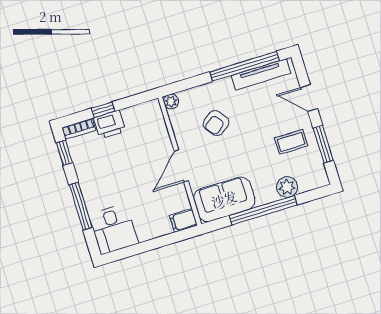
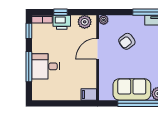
plant: (144, 113) -> (85, 22), added
door: (181, 166) -> (98, 49), moved
sofa: (224, 199) -> (132, 89), moved
desk: (114, 229) -> (46, 66), moved, turned 90

